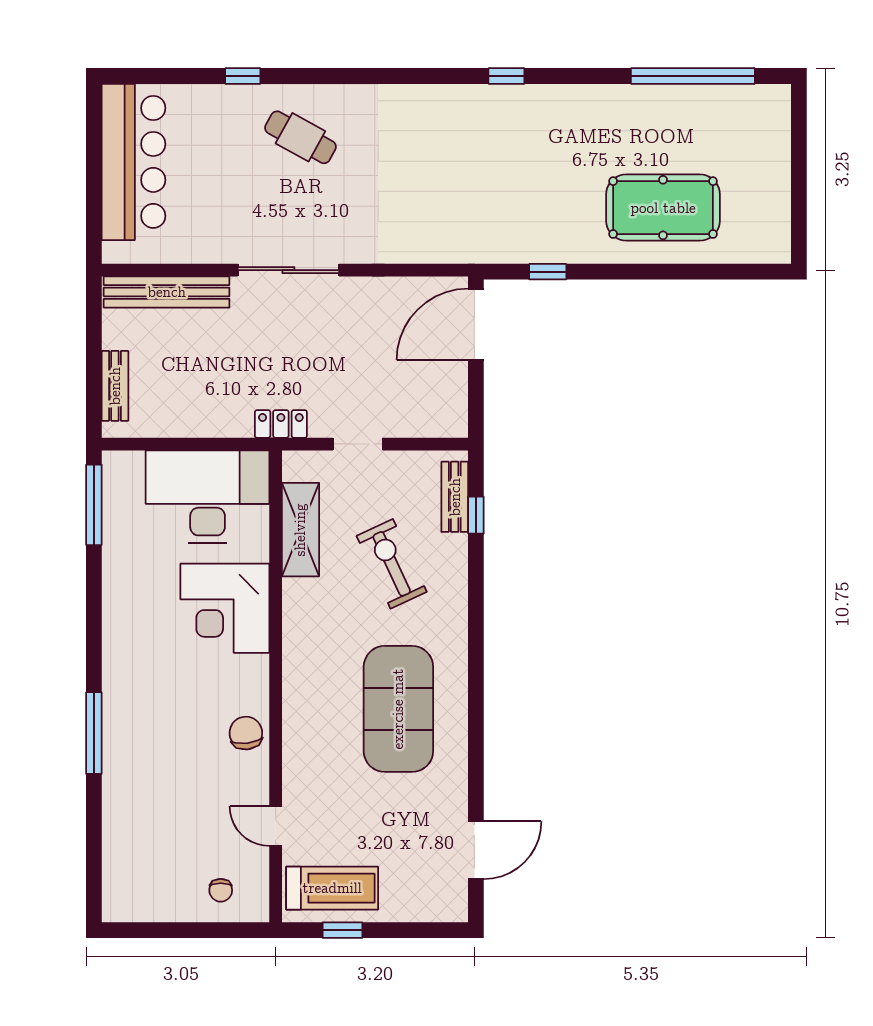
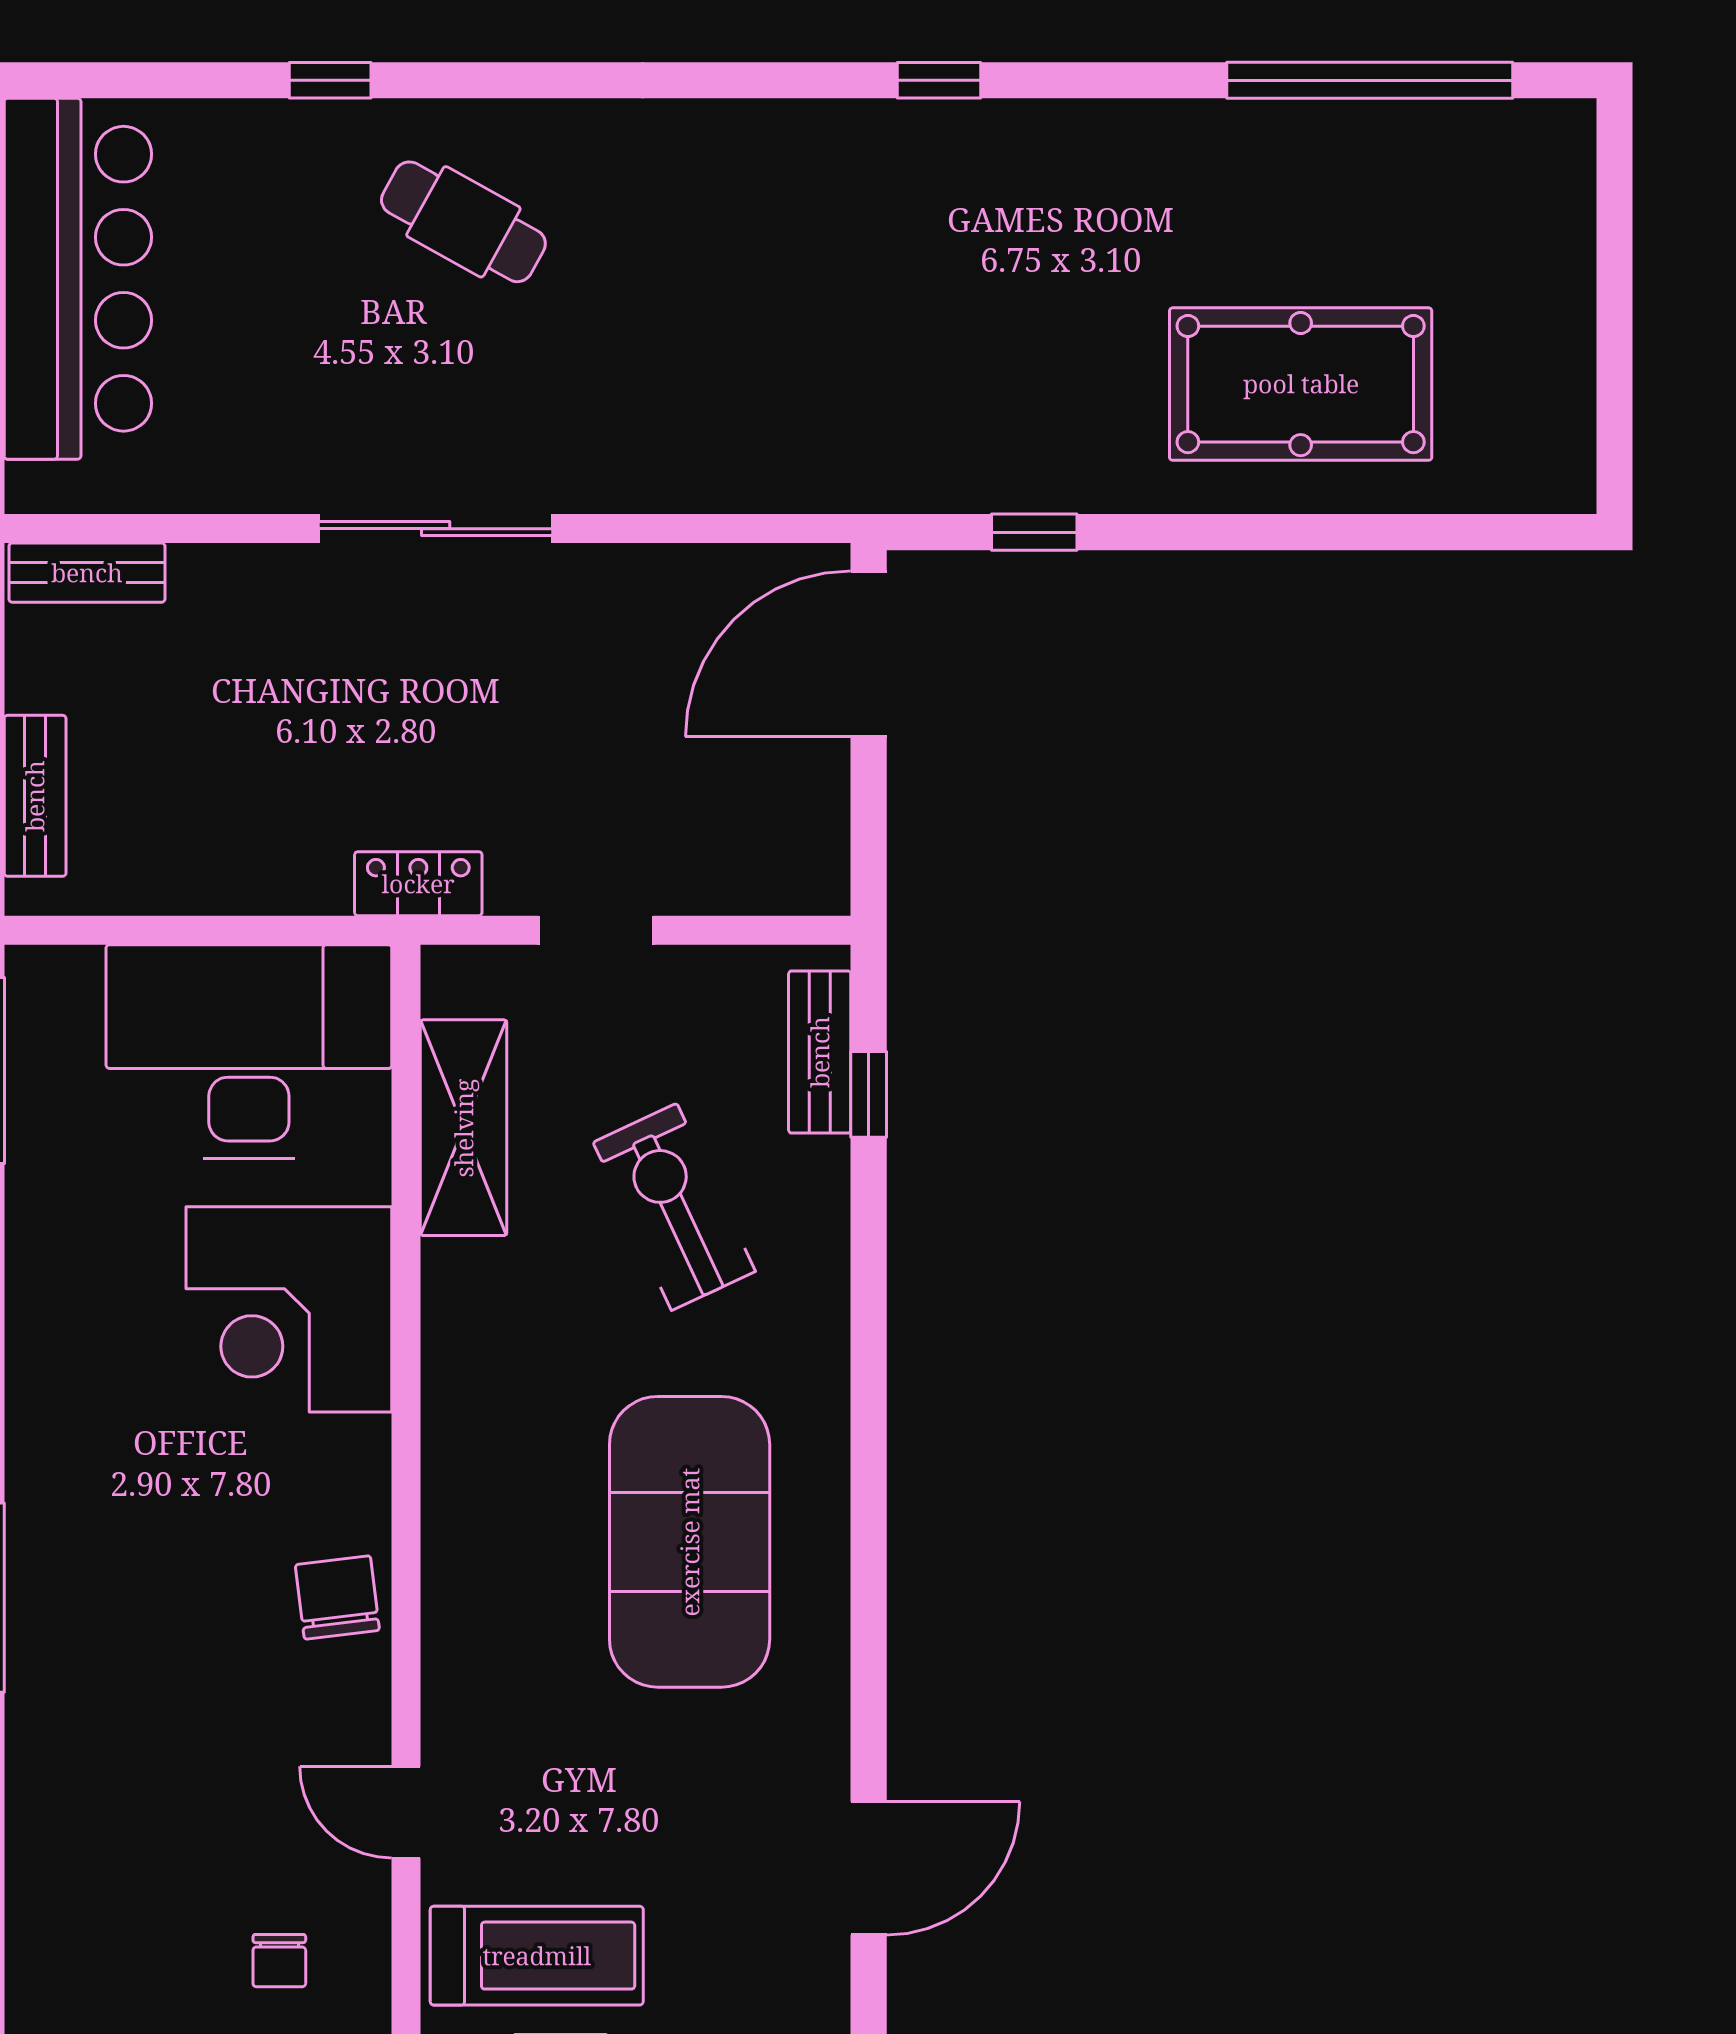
bench: (167, 292) -> (87, 573), width x0.54, depth x0.82

